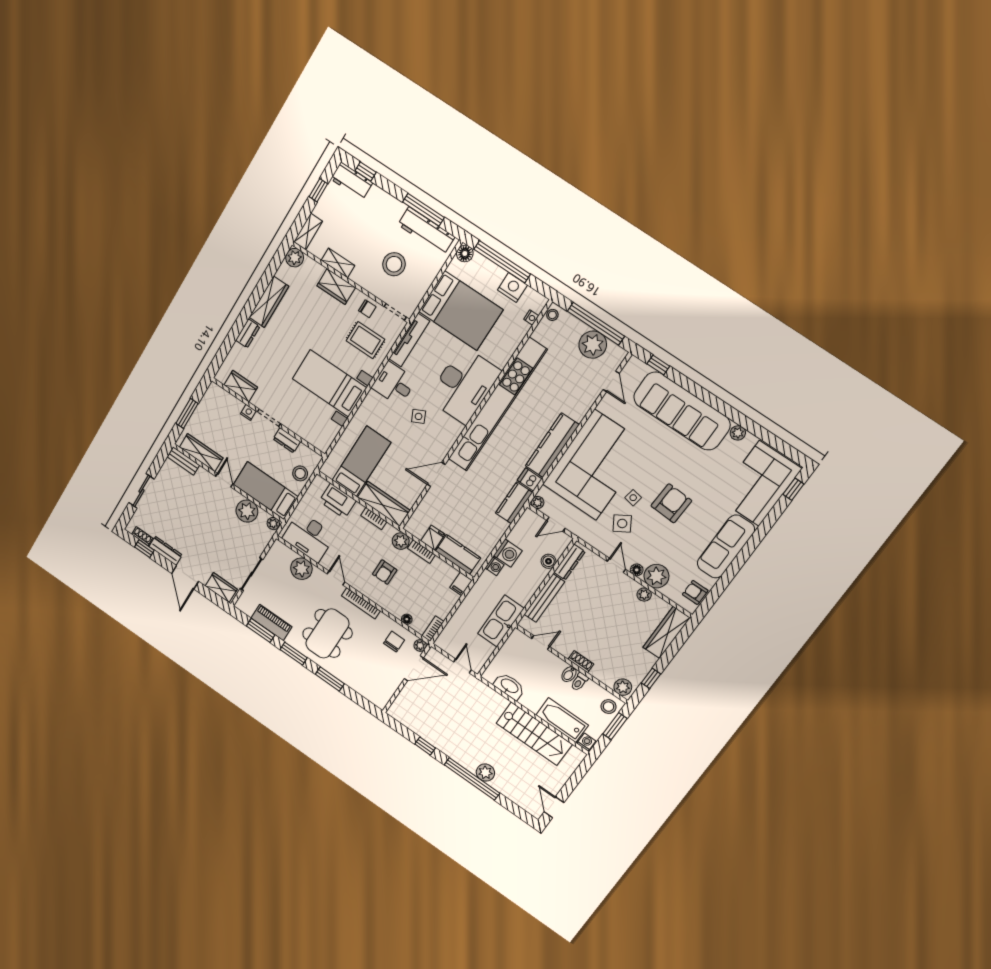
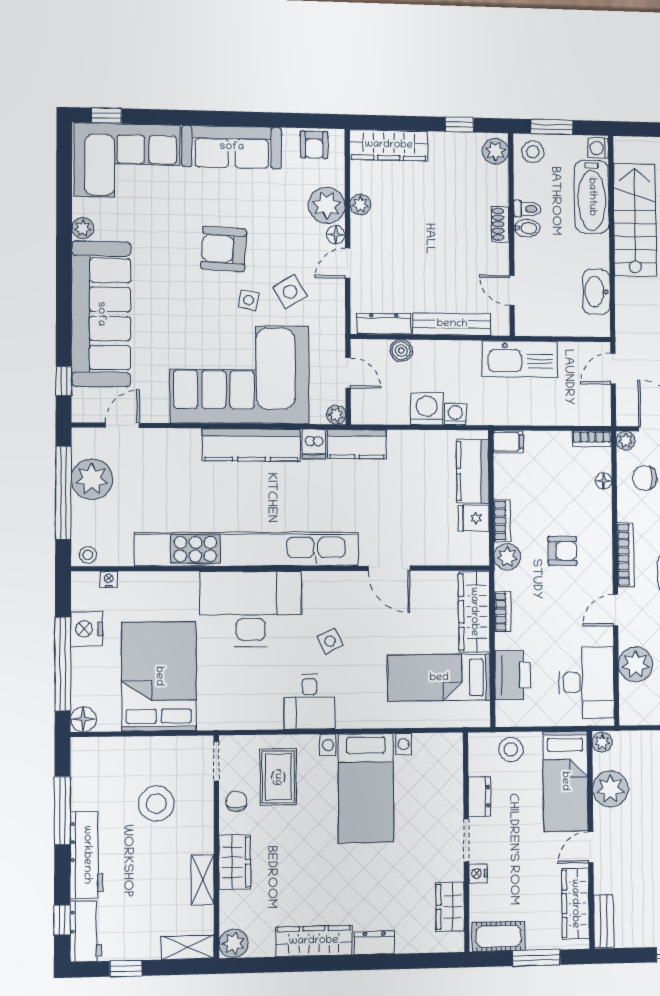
workbench: (426, 231) -> (87, 855), moved
tv unit: (409, 340) -> (240, 719), removed
cot: (210, 401) -> (499, 936), added

